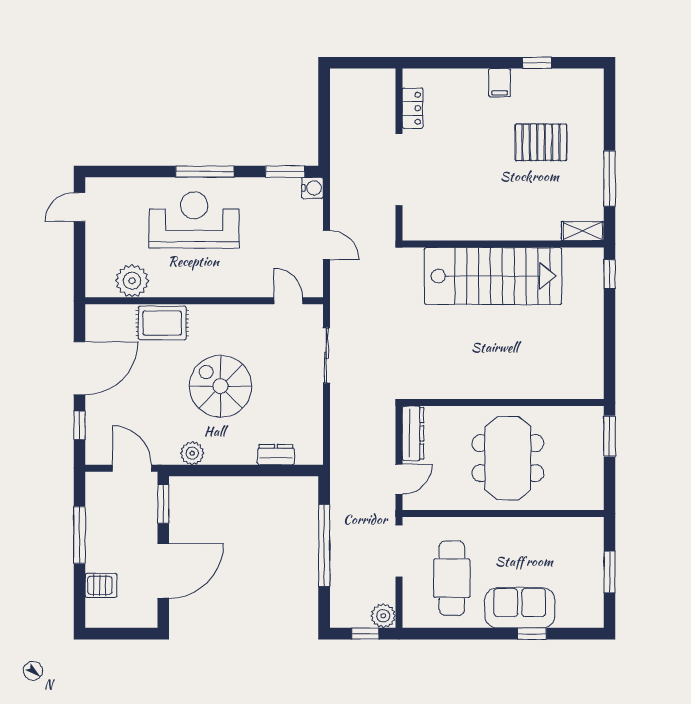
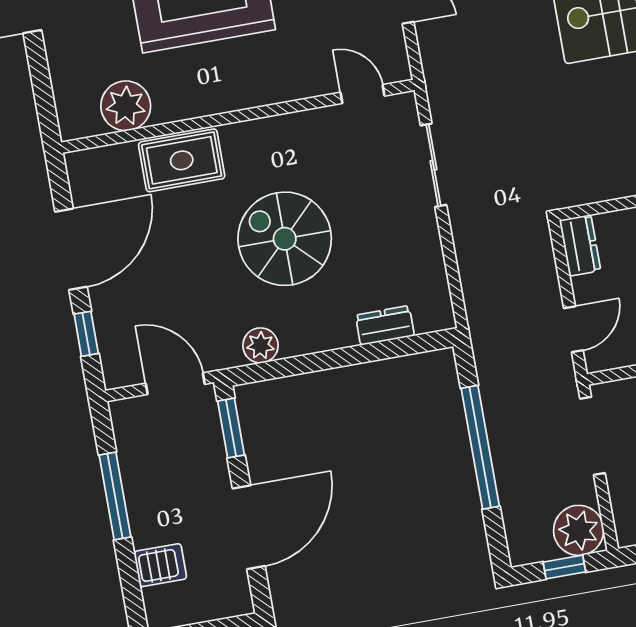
dresser: (413, 433) -> (580, 245), width x0.70
plant: (383, 616) -> (579, 530), width x1.36, depth x1.36

